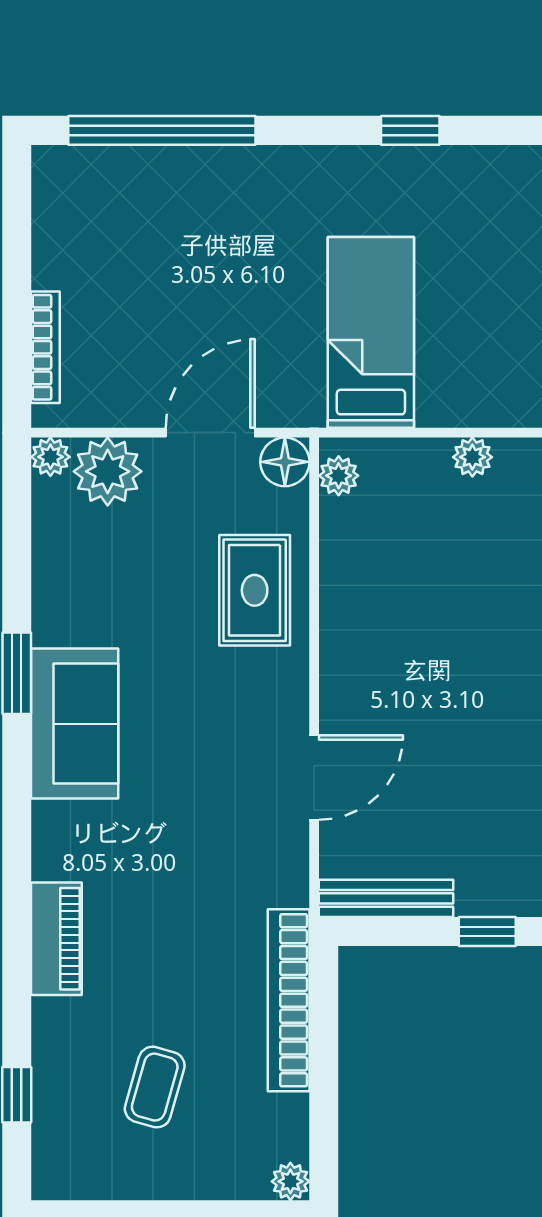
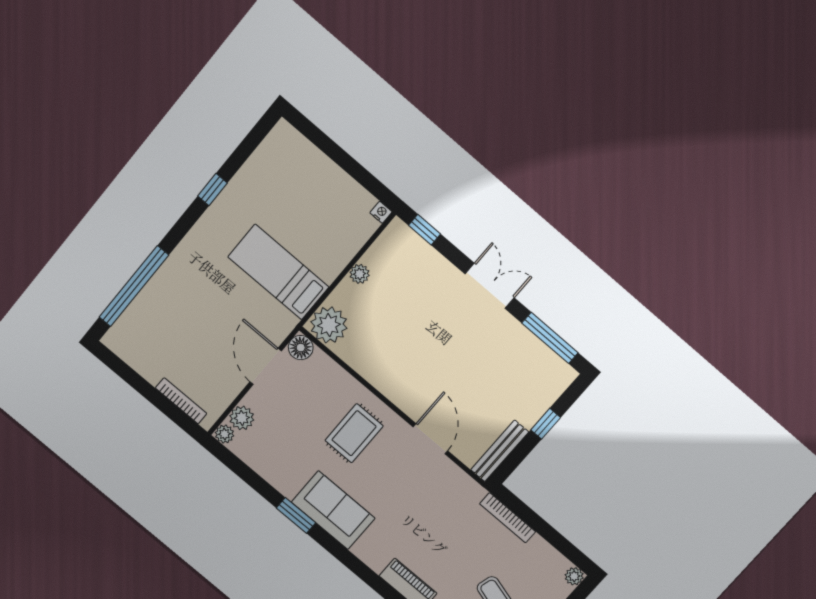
plant: (108, 471) -> (242, 418), width x0.73, depth x0.73
plant: (339, 476) -> (329, 325), width x1.88, depth x1.88
rug: (255, 590) -> (354, 433), moved, turned 90
bookcase: (289, 1000) -> (508, 518), width x0.68, depth x0.76

